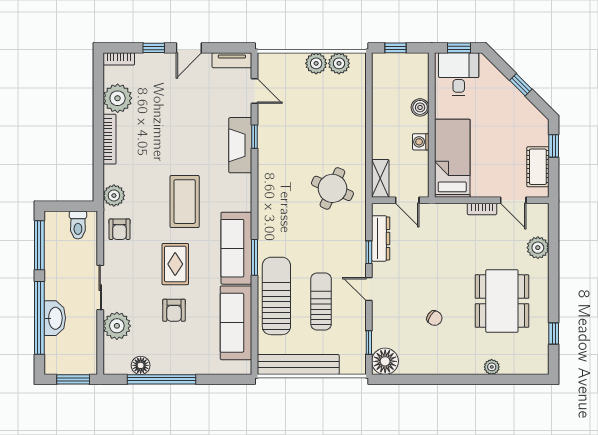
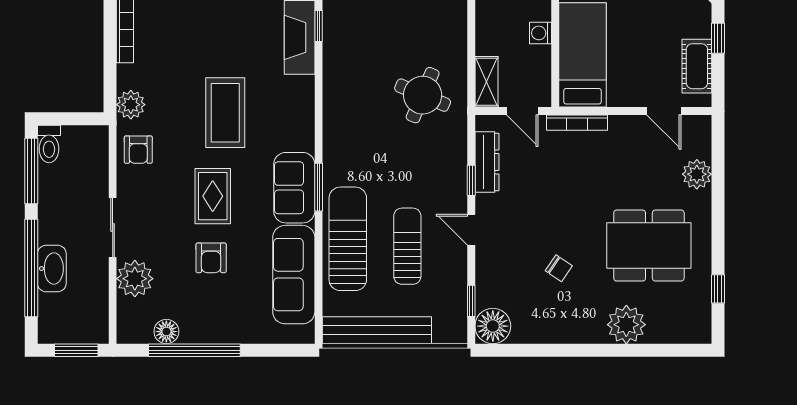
bookcase: (482, 209) -> (577, 123), moved, width x1.56
toilet: (78, 225) -> (49, 144), moved
sofa: (236, 248) -> (294, 188), width x0.73
dining table: (502, 301) -> (649, 246), turned 90
plant: (492, 367) -> (626, 325), width x1.88, depth x1.88

